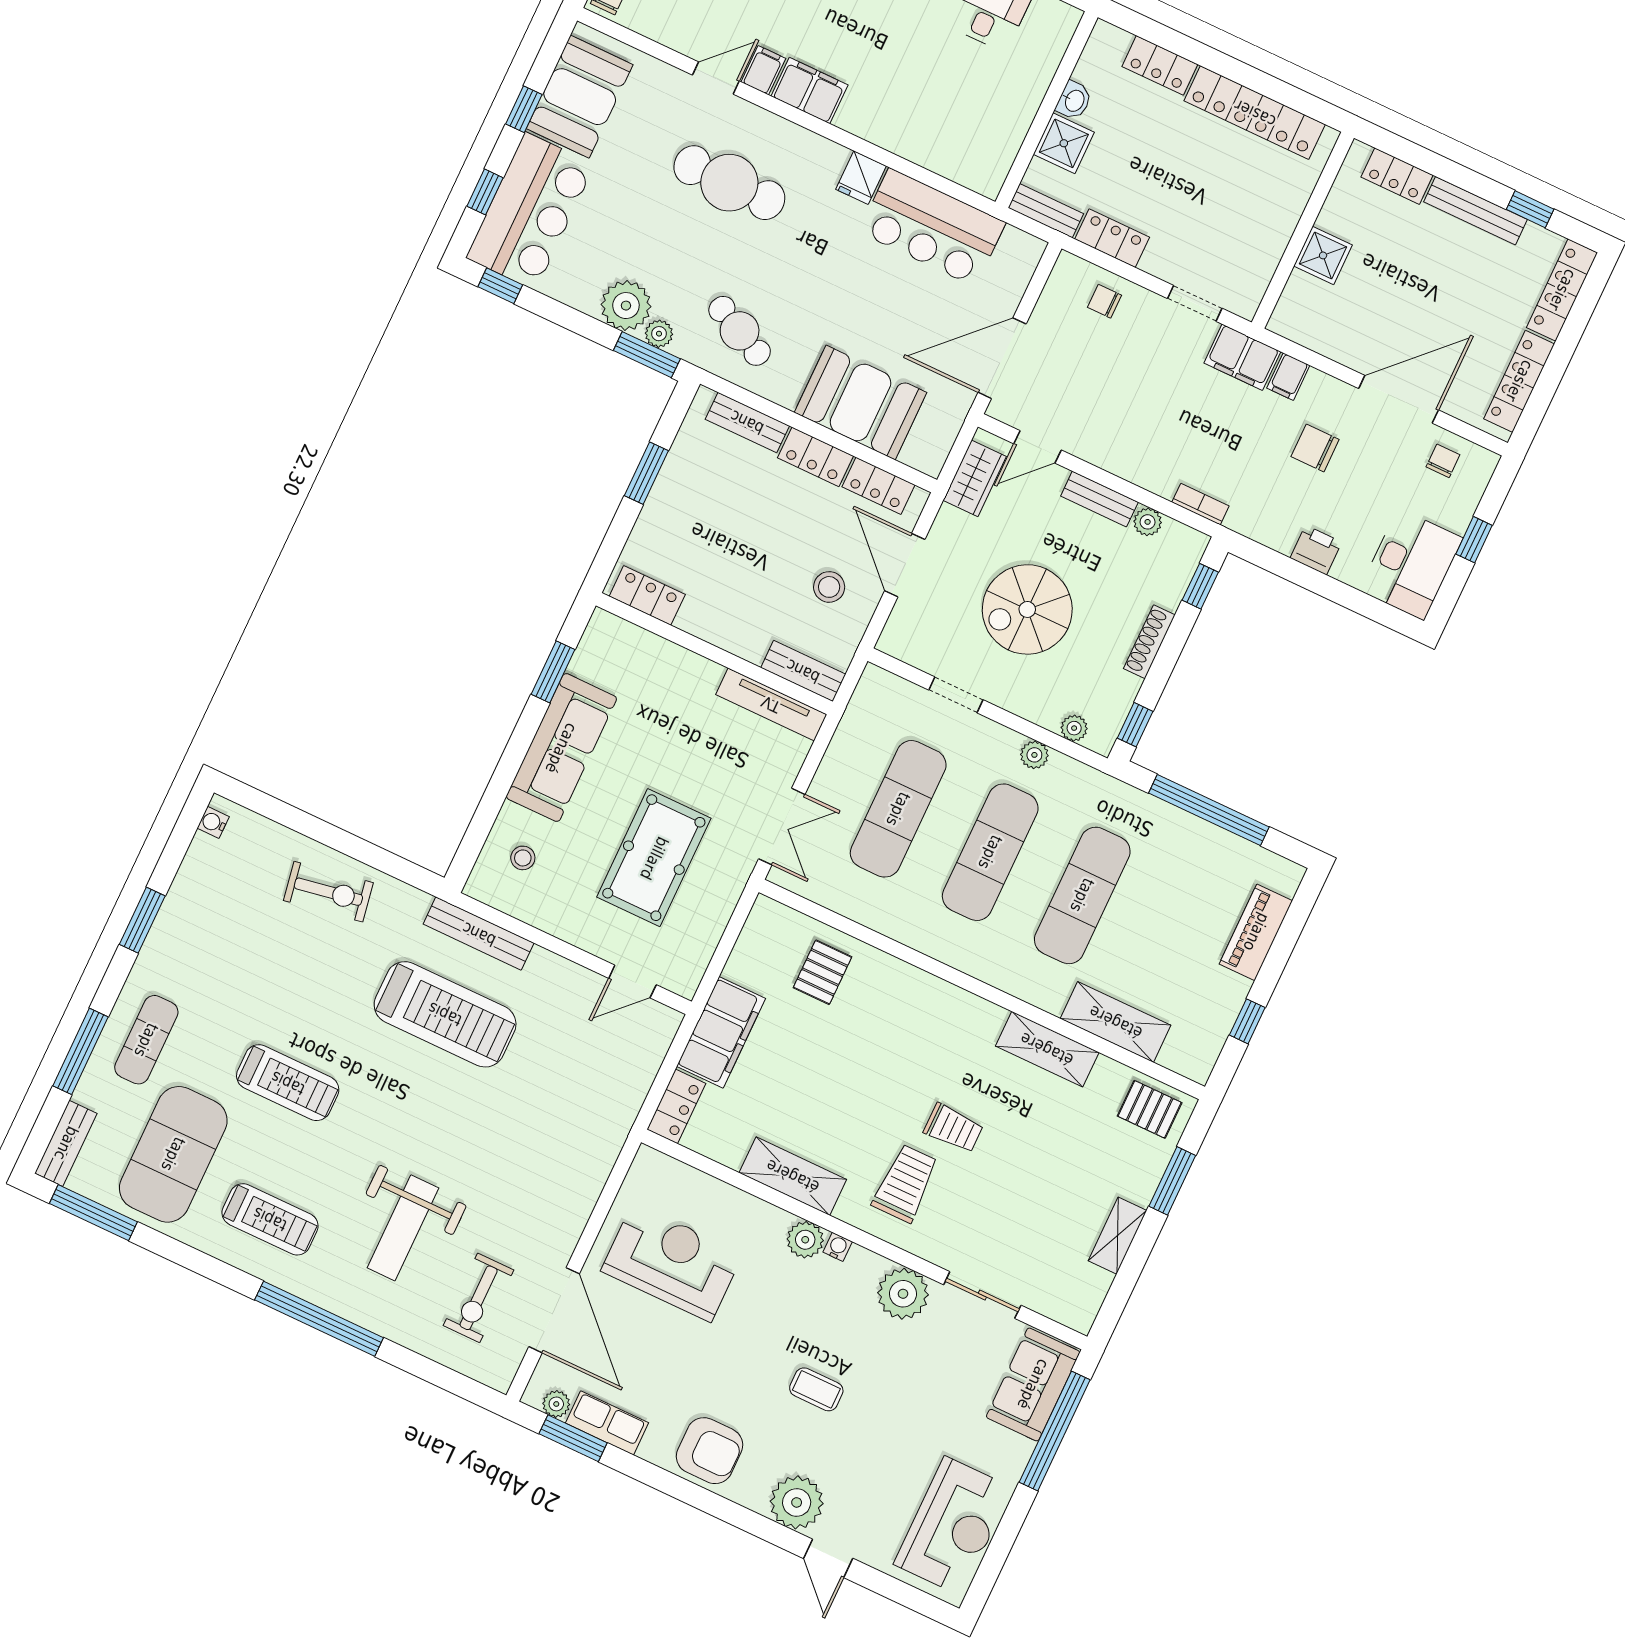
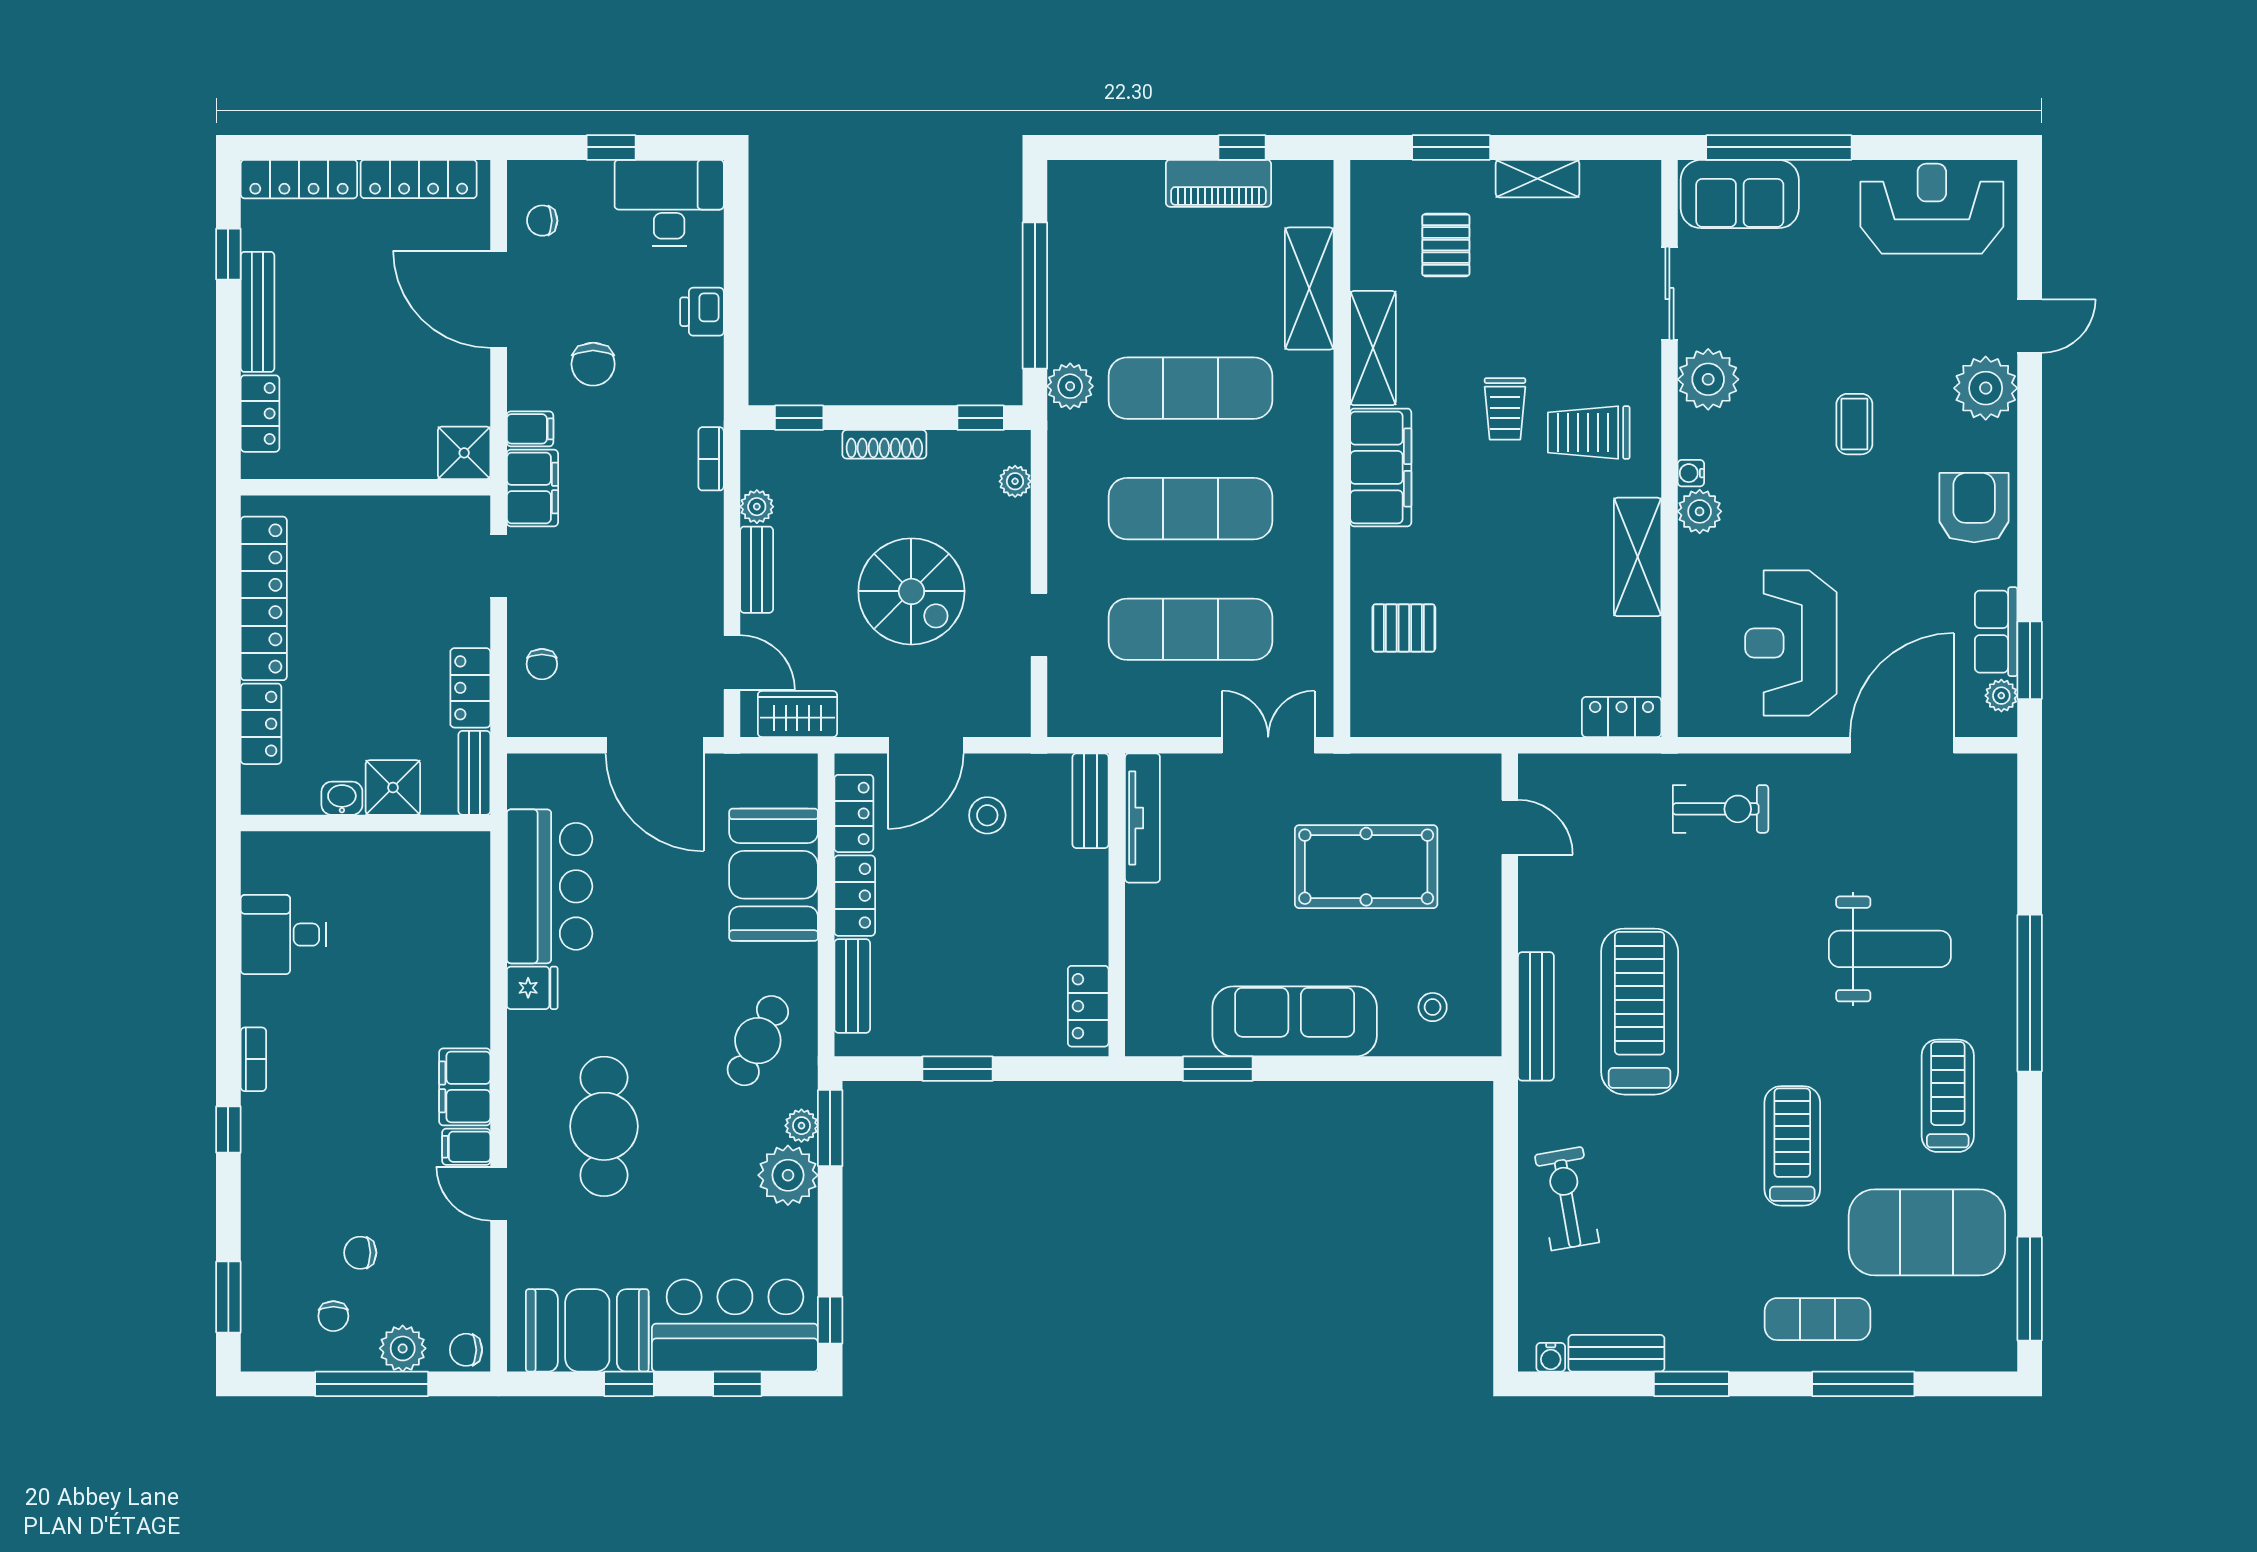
shower: (1323, 255) -> (464, 453), moved
plant: (1034, 755) -> (1070, 386), moved, width x1.38, depth x1.38
piano: (1256, 932) -> (1218, 183), moved
filing cabinet: (721, 1032) -> (1381, 467), moved, turned 90
pallet: (1150, 1109) -> (1446, 245), moved
trolley: (953, 1128) -> (1505, 409), turned 180
bench: (66, 1143) -> (1616, 1353), moved
exercise bike: (479, 1298) -> (1721, 809), moved

